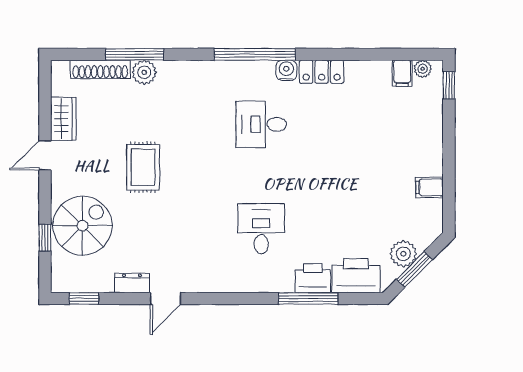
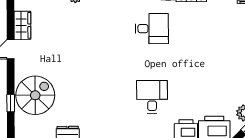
desk: (261, 124) -> (152, 29), turned 180
rug: (143, 167) -> (75, 57), removed

